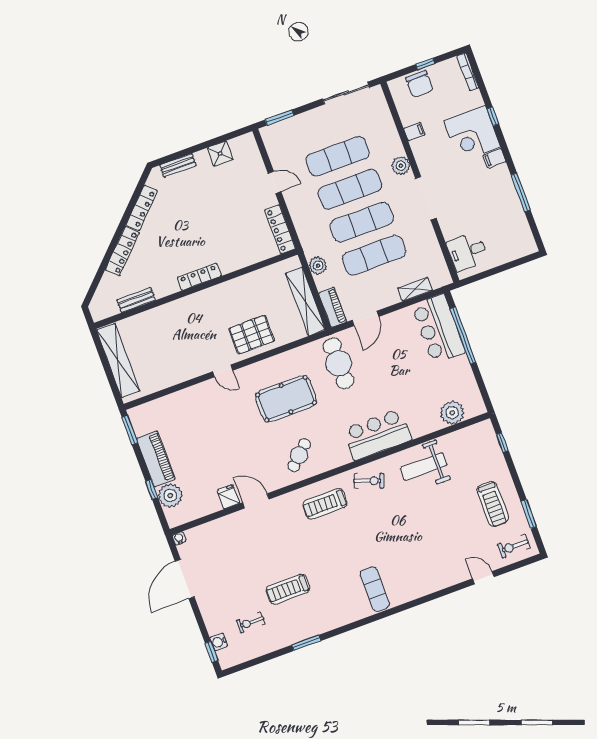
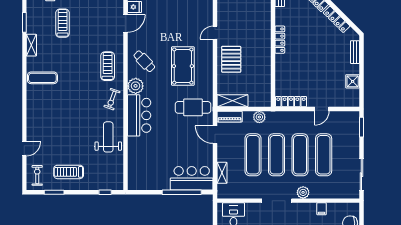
shelving: (305, 302) -> (232, 101), width x0.68
plant: (452, 413) -> (136, 86), moved
shelving: (335, 621) -> (31, 45), added

